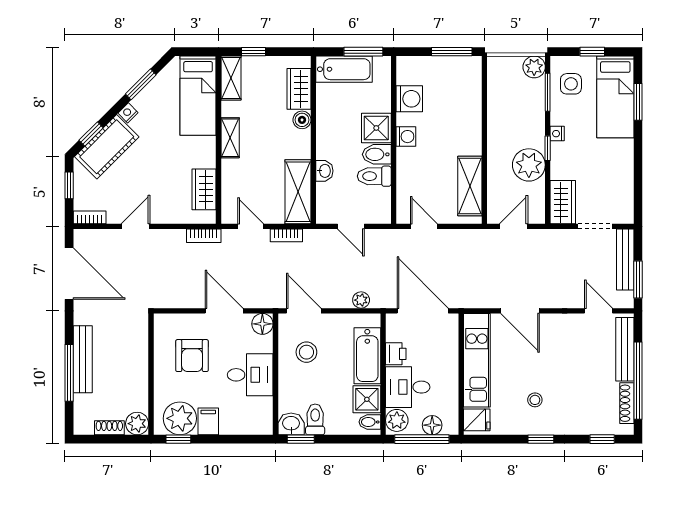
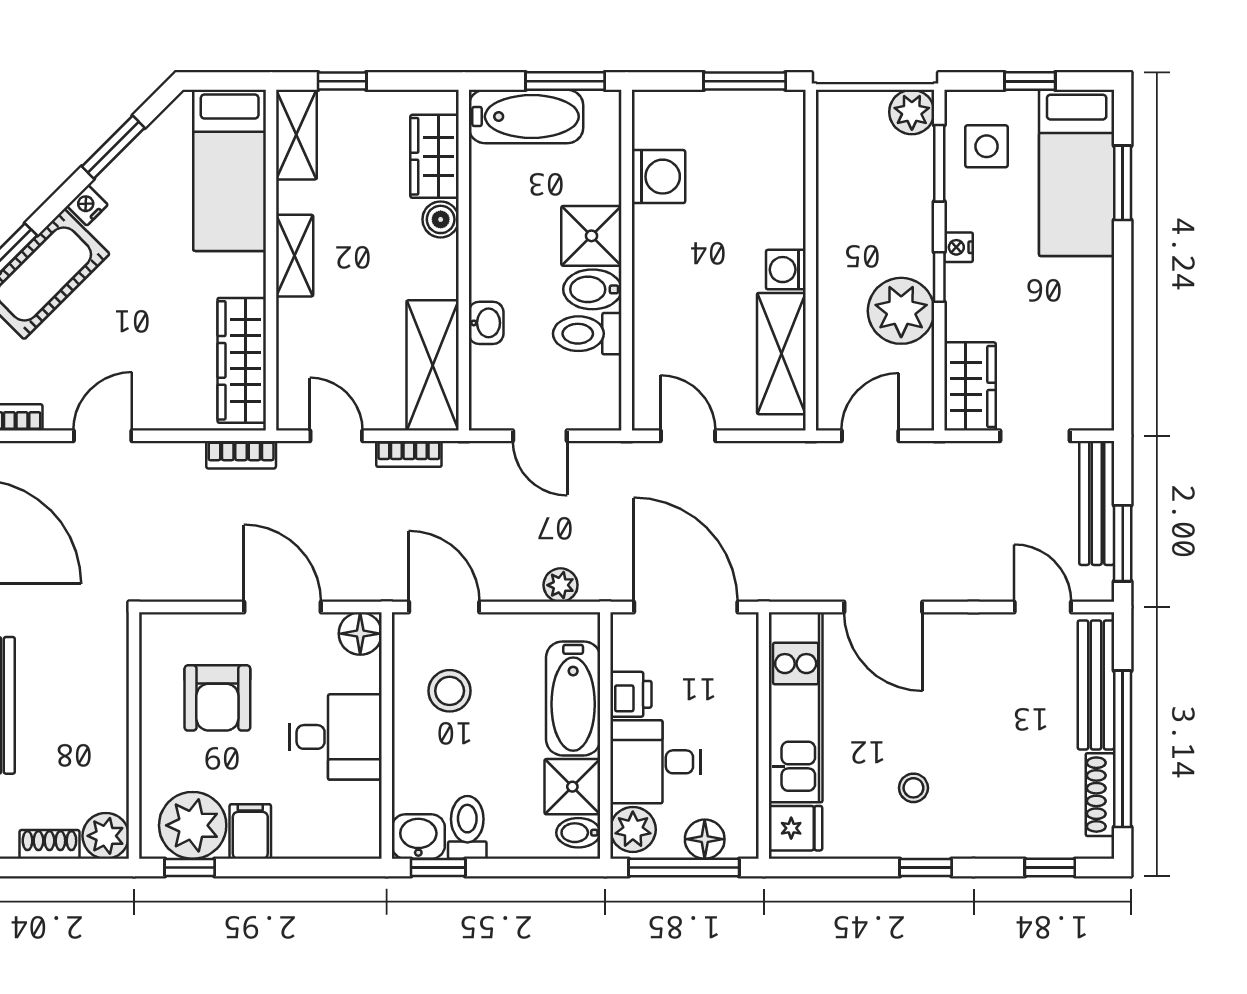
washing machine: (406, 137) -> (786, 270), moved, turned 180
wardrobe: (204, 189) -> (242, 360), width x1.50

